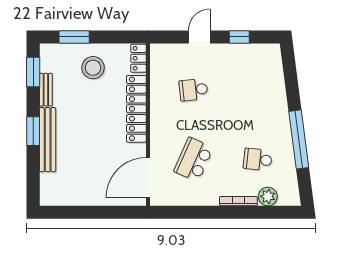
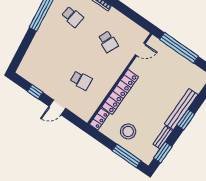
window: (74, 37) -> (127, 156), width x1.44
school desk: (193, 159) -> (108, 42), width x0.54
door: (148, 178) -> (140, 49), width x0.53
window: (102, 212) -> (179, 48), added

